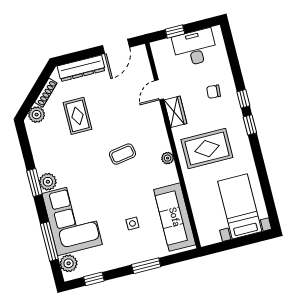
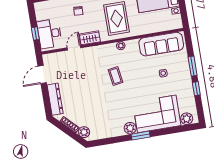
door: (116, 46) -> (42, 74), swing flipped
desk: (195, 48) -> (50, 34), moved
door: (159, 90) -> (74, 48), swing flipped
rug: (77, 116) -> (87, 104), removed
window: (34, 182) -> (141, 136), moved
window: (49, 241) -> (171, 131), removed
window: (94, 279) -> (196, 89), moved

